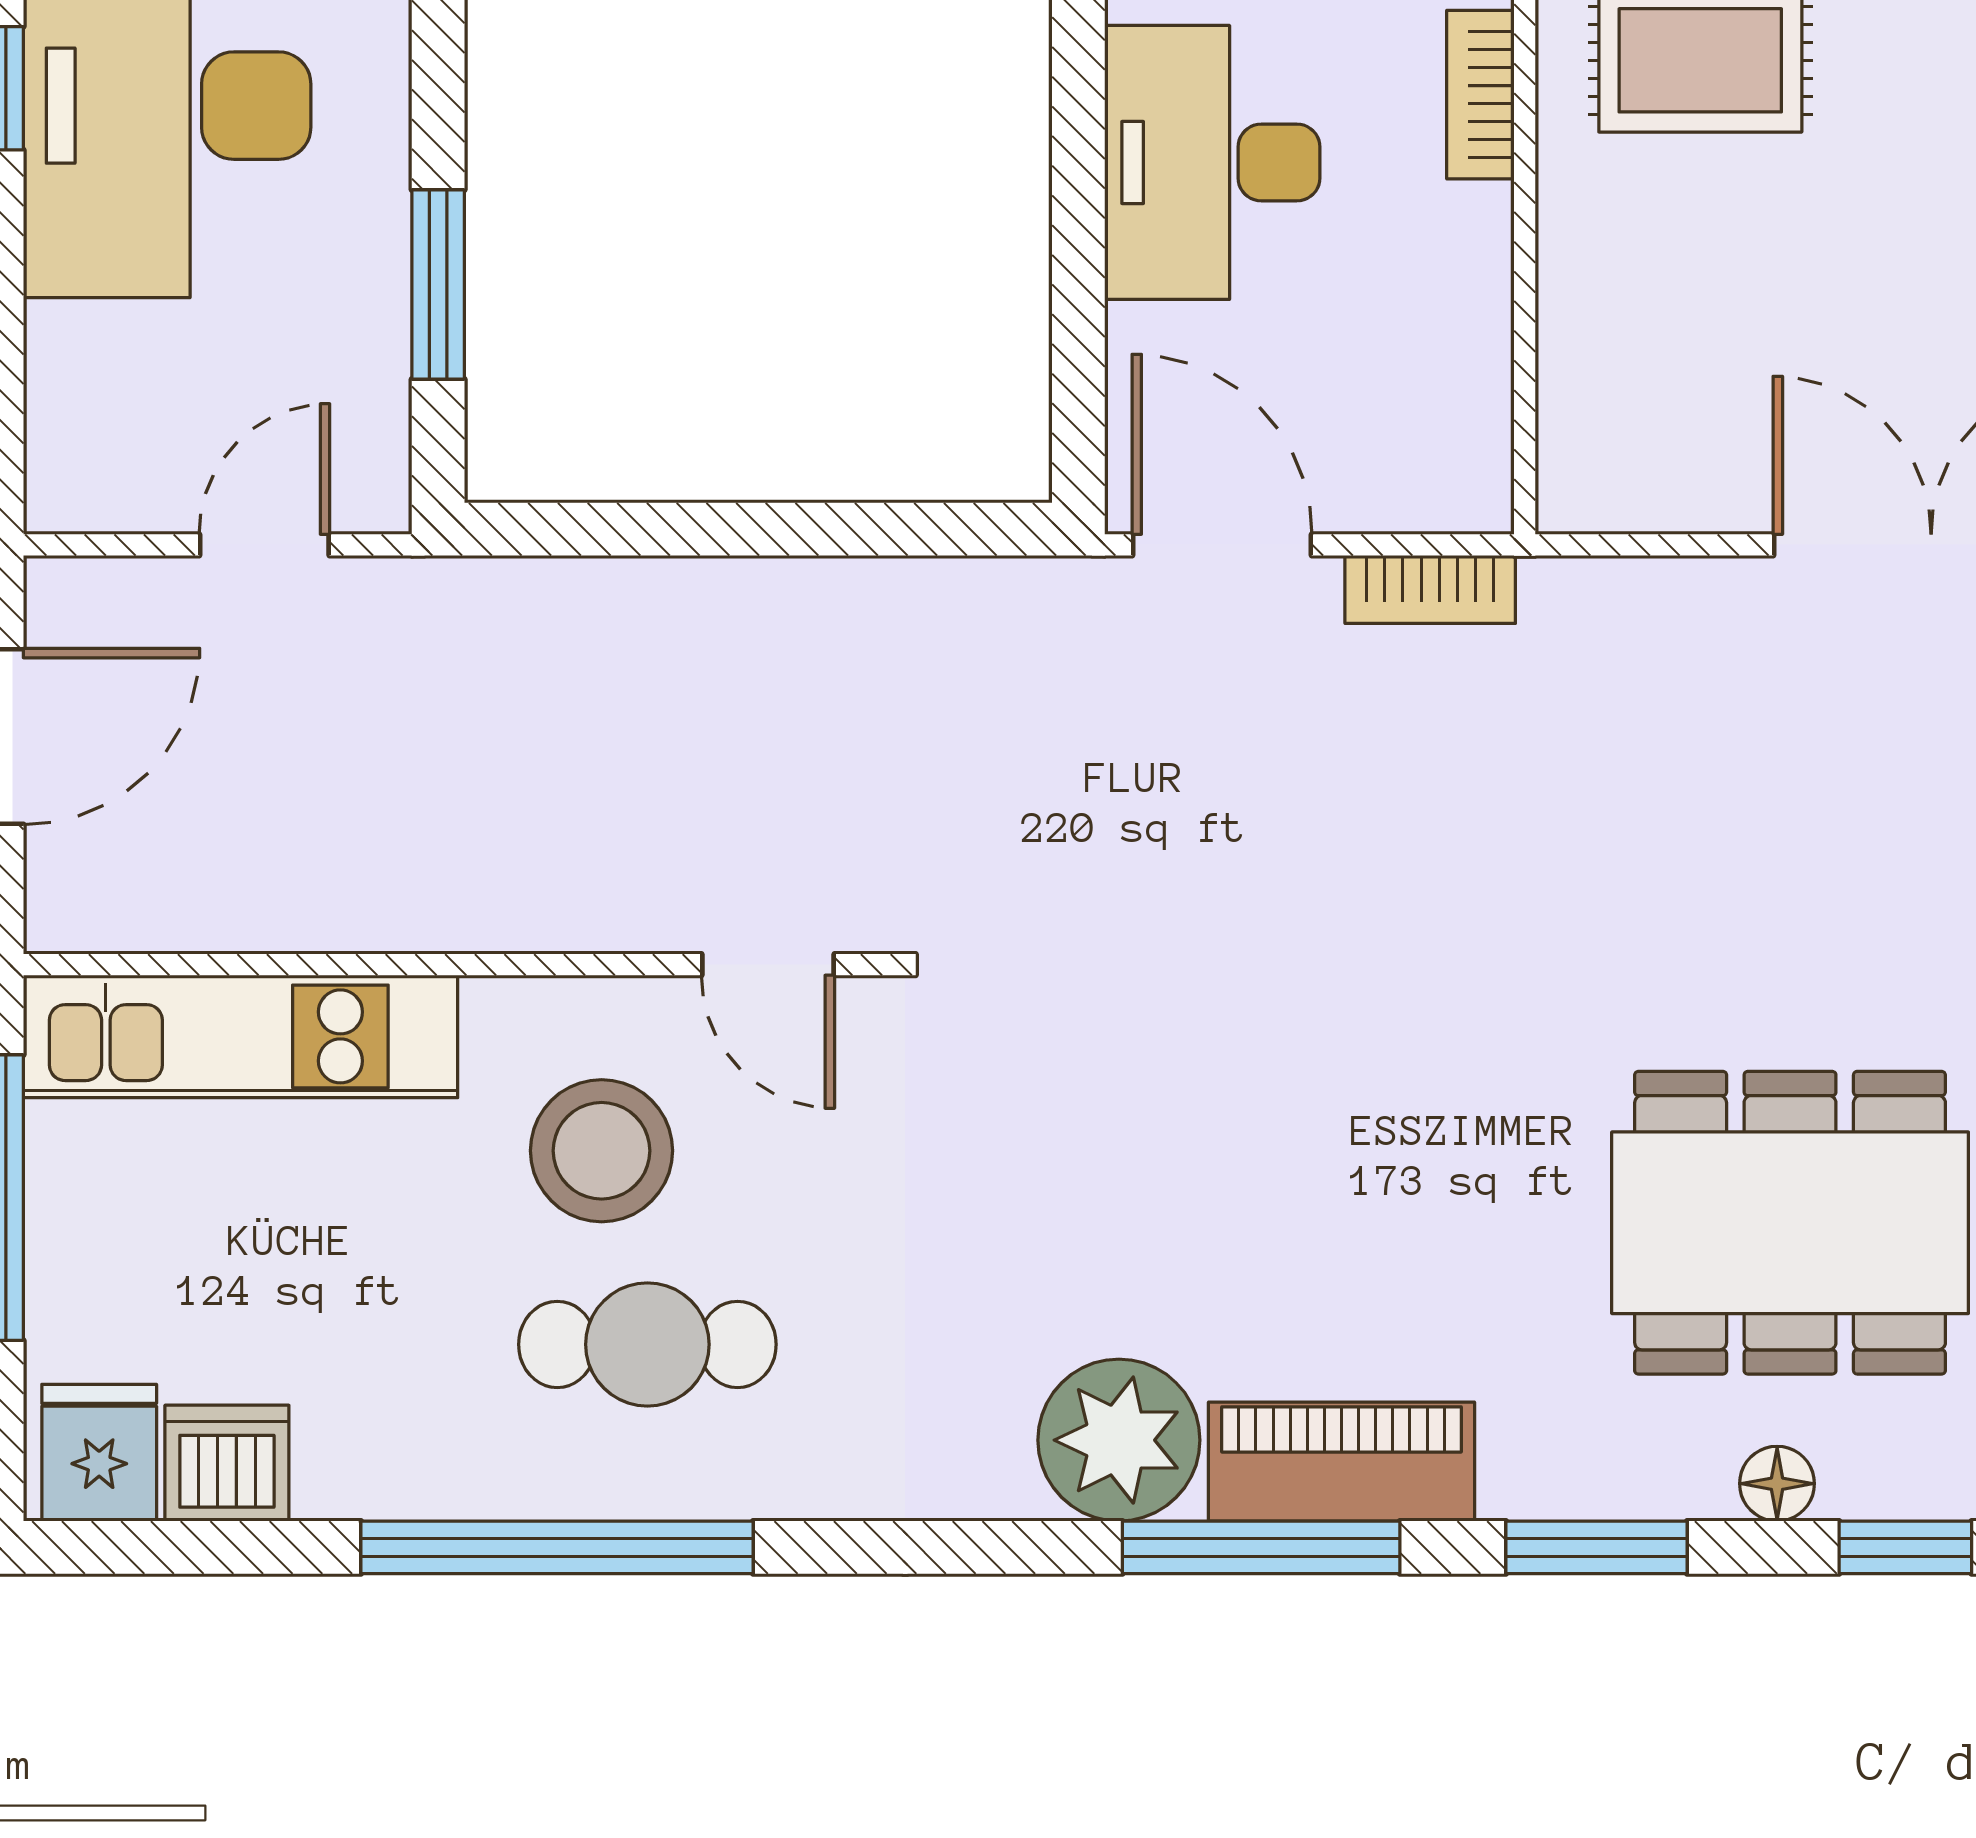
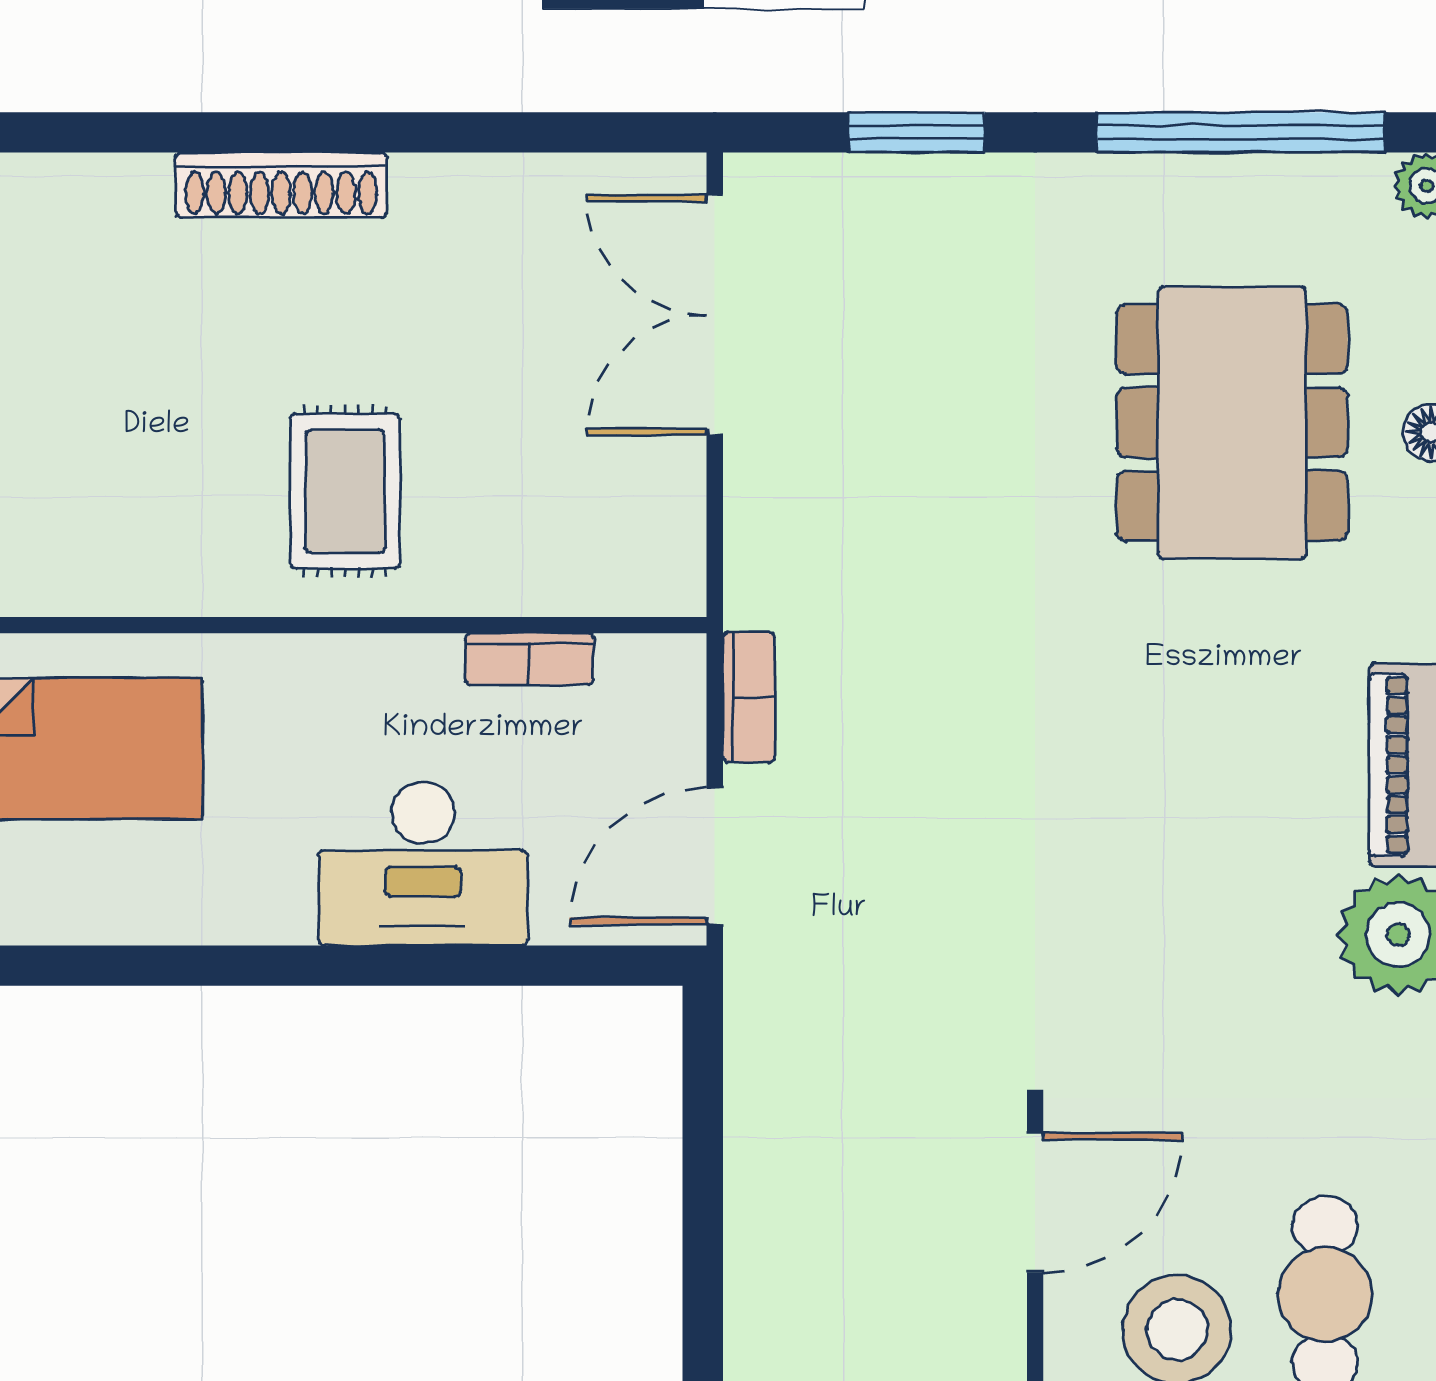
bookcase: (1480, 95) -> (529, 659), moved
door: (768, 965) -> (1035, 1203), width x1.38

